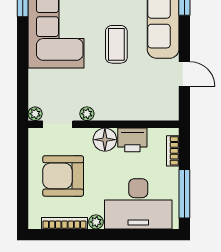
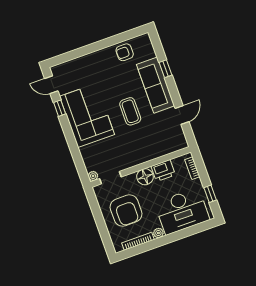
door: (184, 74) -> (182, 115), hinge flipped
plant: (87, 114) -> (127, 164), removed
armchair: (63, 176) -> (126, 210), turned -90
window: (184, 194) -> (210, 194), width x0.46

